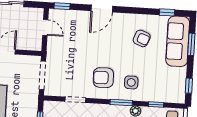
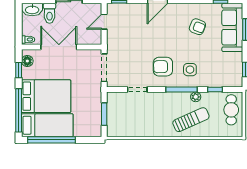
door: (45, 27) -> (104, 22), swing flipped
window: (121, 102) -> (182, 89), width x1.44

